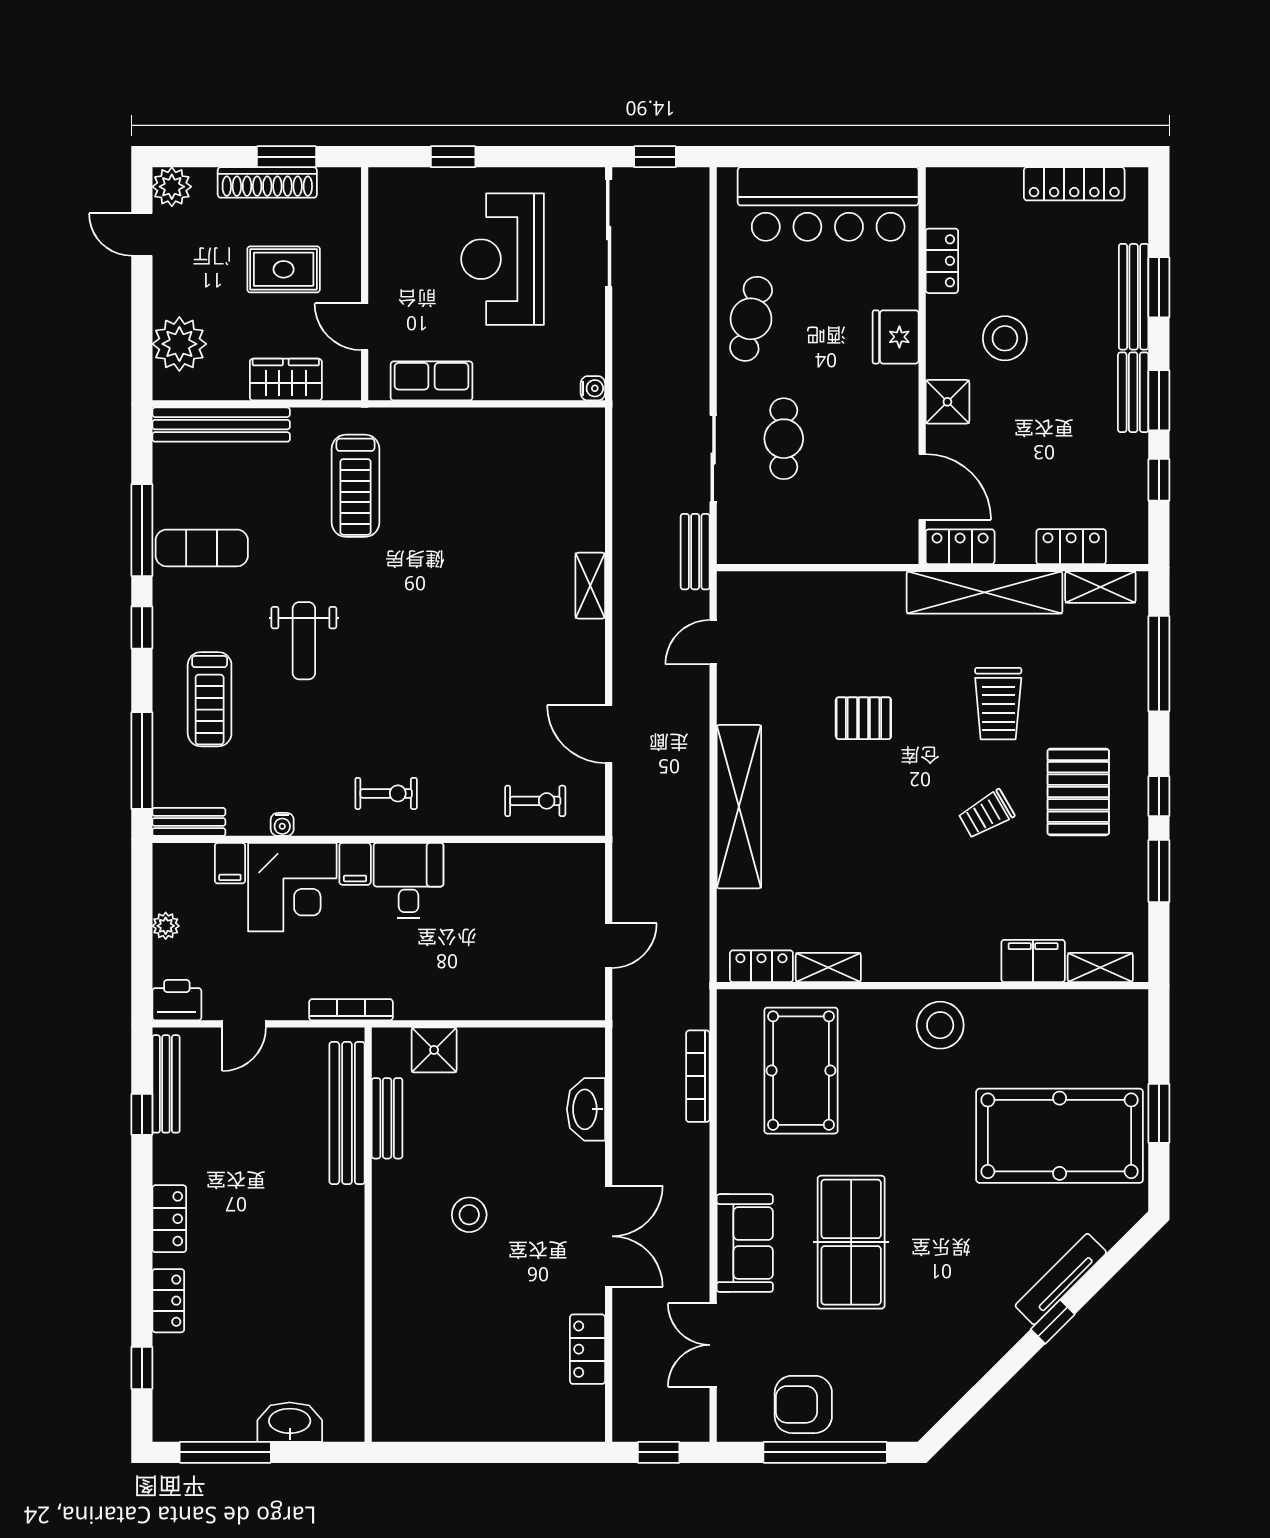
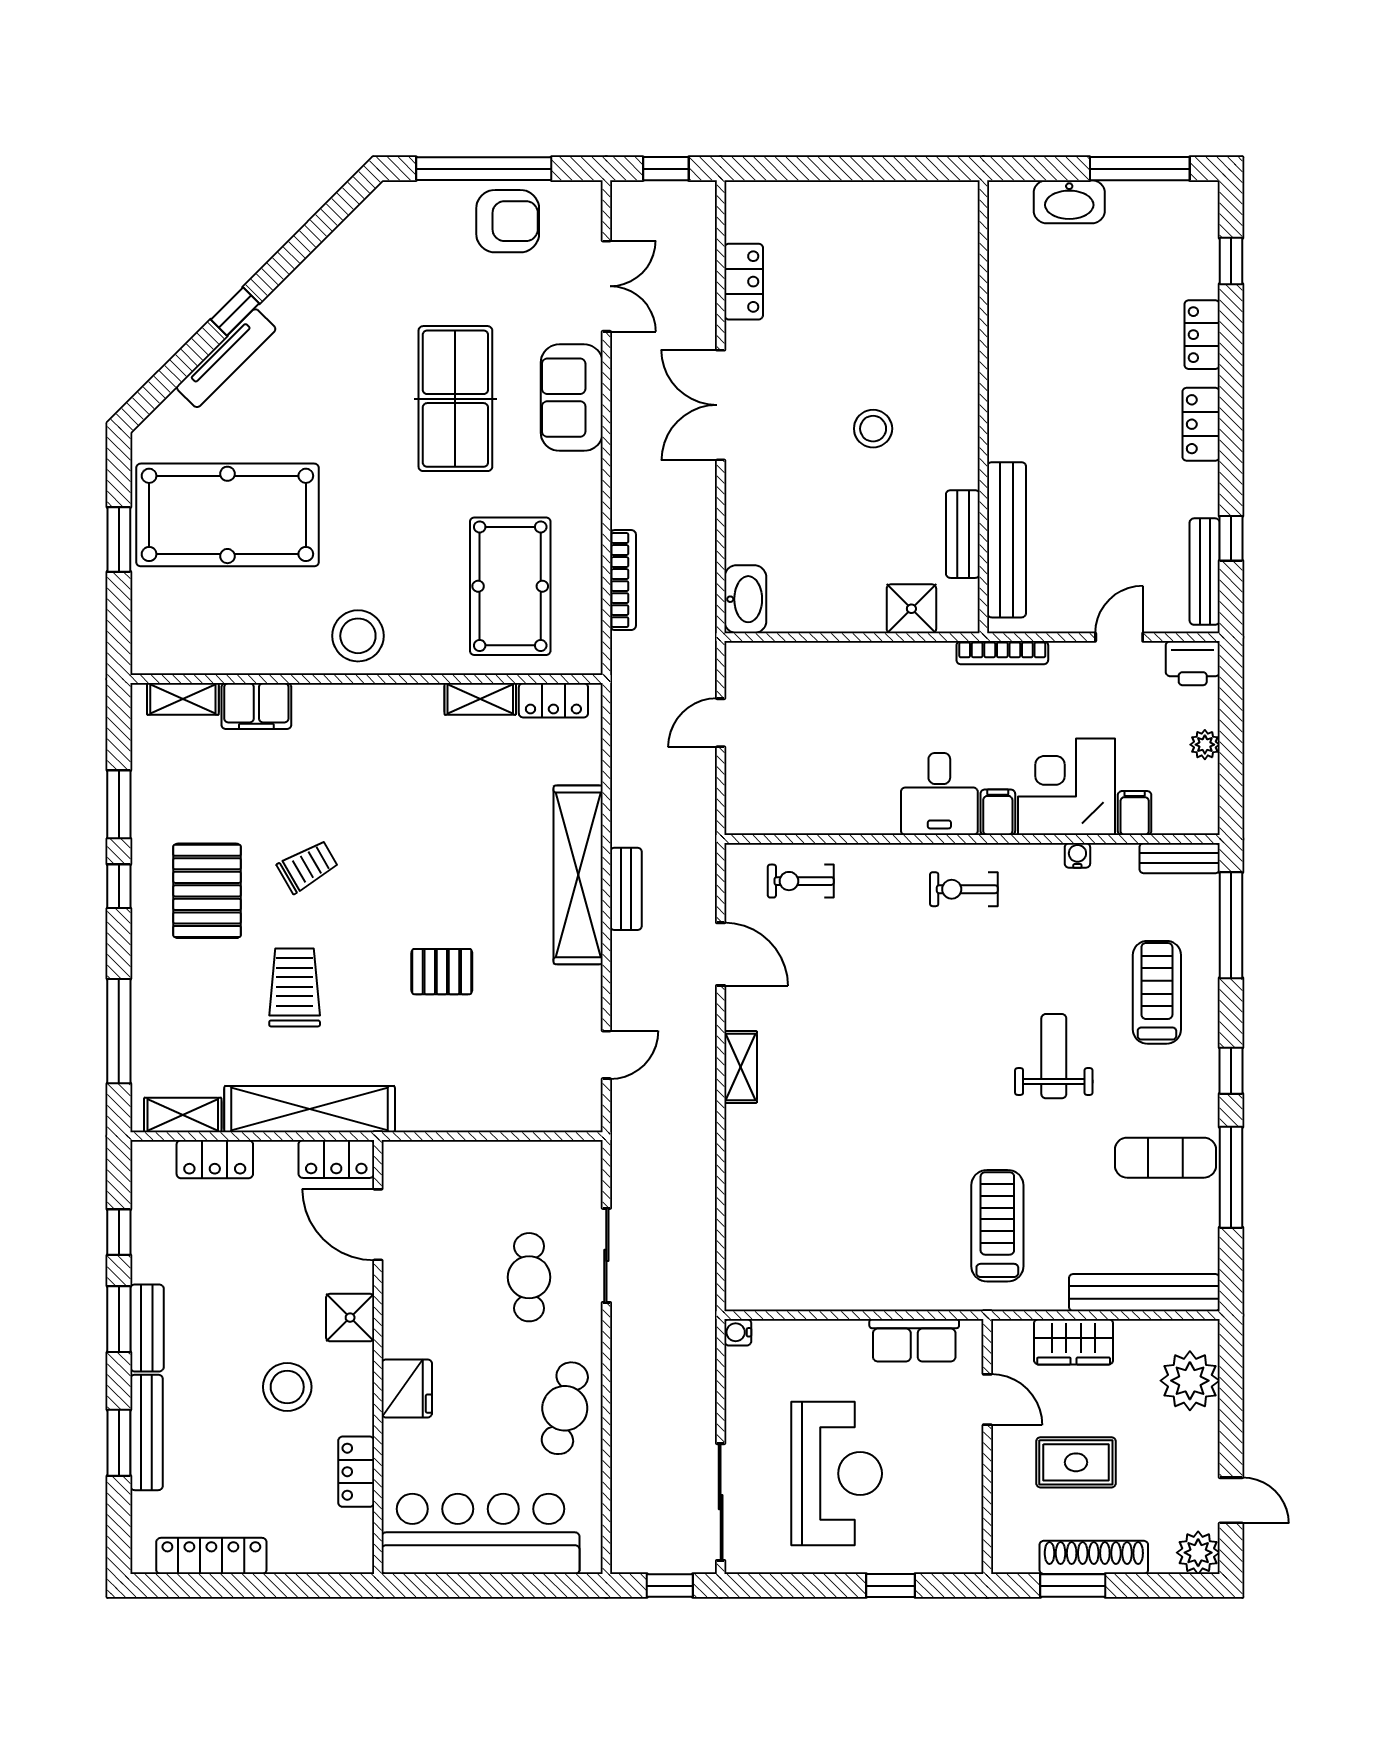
bench: (695, 552) -> (626, 889), moved
shelving: (590, 586) -> (741, 1067), moved
washbasin: (586, 1109) -> (745, 599), moved

